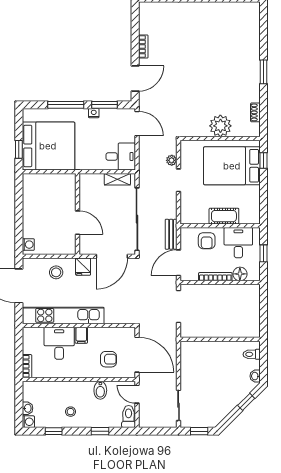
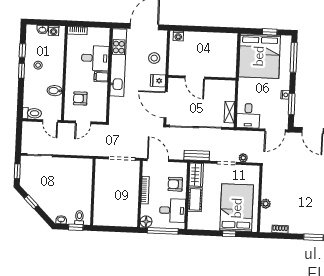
window: (66, 105) -> (294, 57), moved
plant: (220, 126) -> (266, 204), width x0.53, depth x0.53
window: (19, 149) -> (270, 32), moved
window: (263, 161) -> (229, 234), moved
wardrobe: (194, 216) -> (196, 175), added
door: (77, 223) -> (195, 77), hinge flipped
bench: (171, 234) -> (197, 156), moved
window: (263, 253) -> (163, 231), width x2.17
floor lamp: (240, 274) -> (146, 222), moved
door: (137, 355) -> (83, 122), width x0.53
window: (263, 358) -> (76, 227), added
armchair: (108, 359) -> (80, 98), turned 90
door: (137, 394) -> (50, 121), swing flipped
window: (246, 402) -> (31, 202), moved
washing machine: (28, 422) -> (54, 31), moved
window: (100, 431) -> (22, 71), moved

